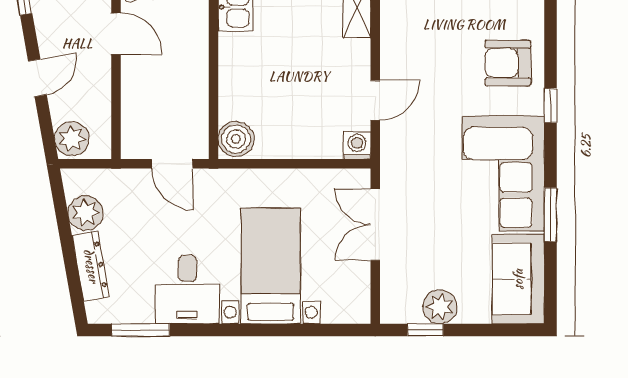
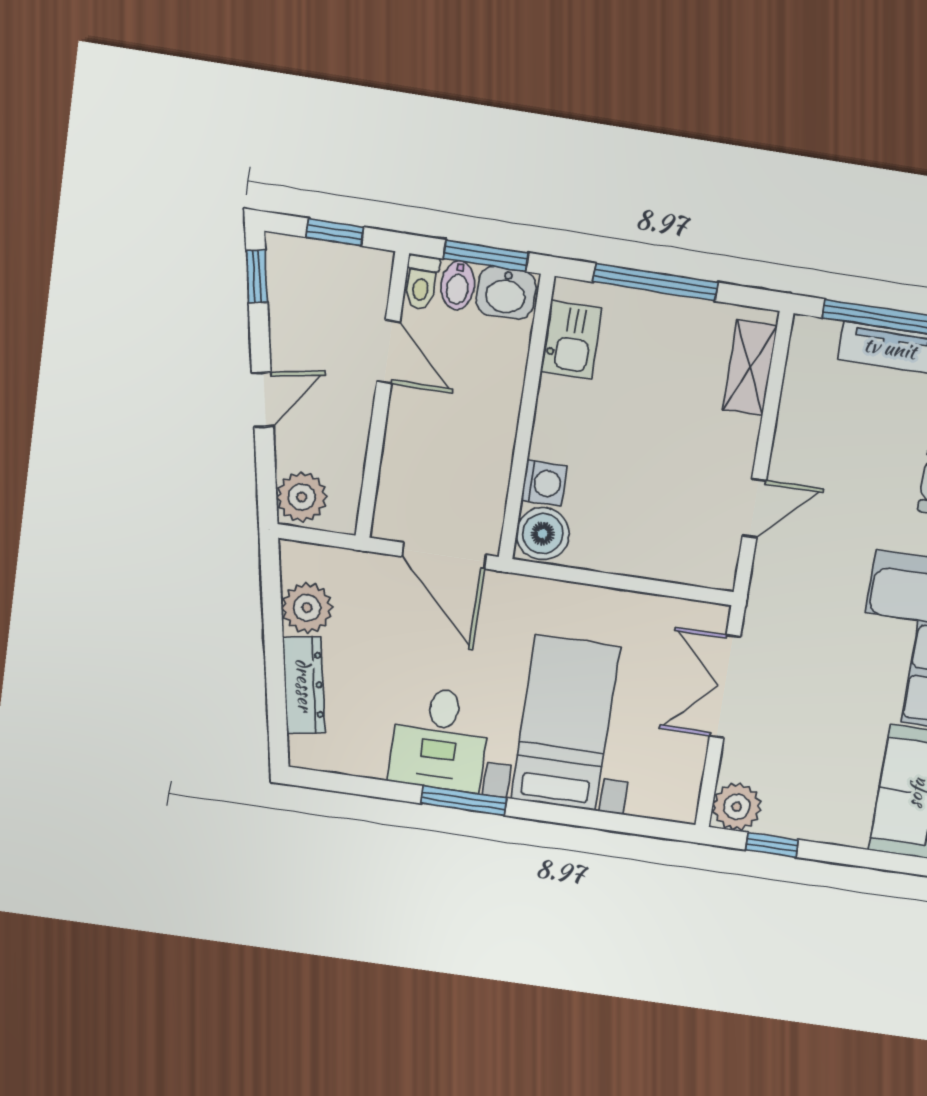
washing machine: (357, 146) -> (544, 483), moved, turned 90
door: (172, 164) -> (444, 556), width x1.38
plant: (440, 307) -> (737, 807), moved
window: (141, 330) -> (464, 801), moved

